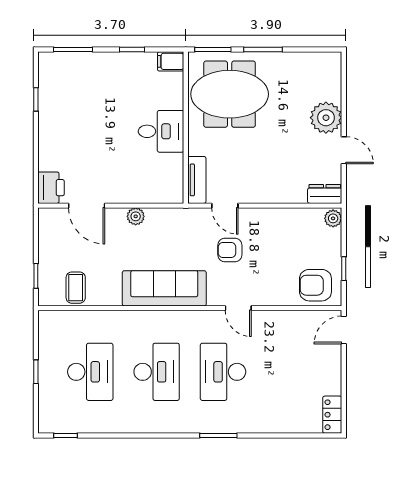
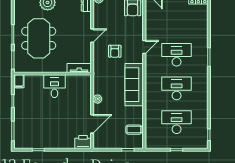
meeting table: (230, 94) -> (39, 38), moved
door: (225, 206) -> (92, 36), moved
desk: (223, 372) -> (177, 55), turned 180

